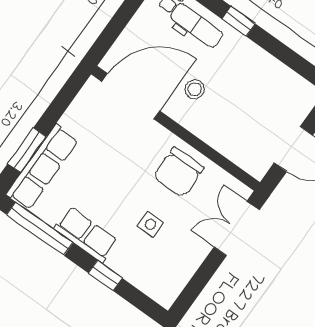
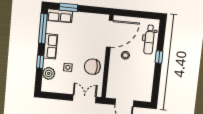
door: (131, 96) -> (110, 34), hinge flipped
row of seats: (42, 167) -> (60, 16), width x0.68
plant: (140, 272) -> (49, 73), added

